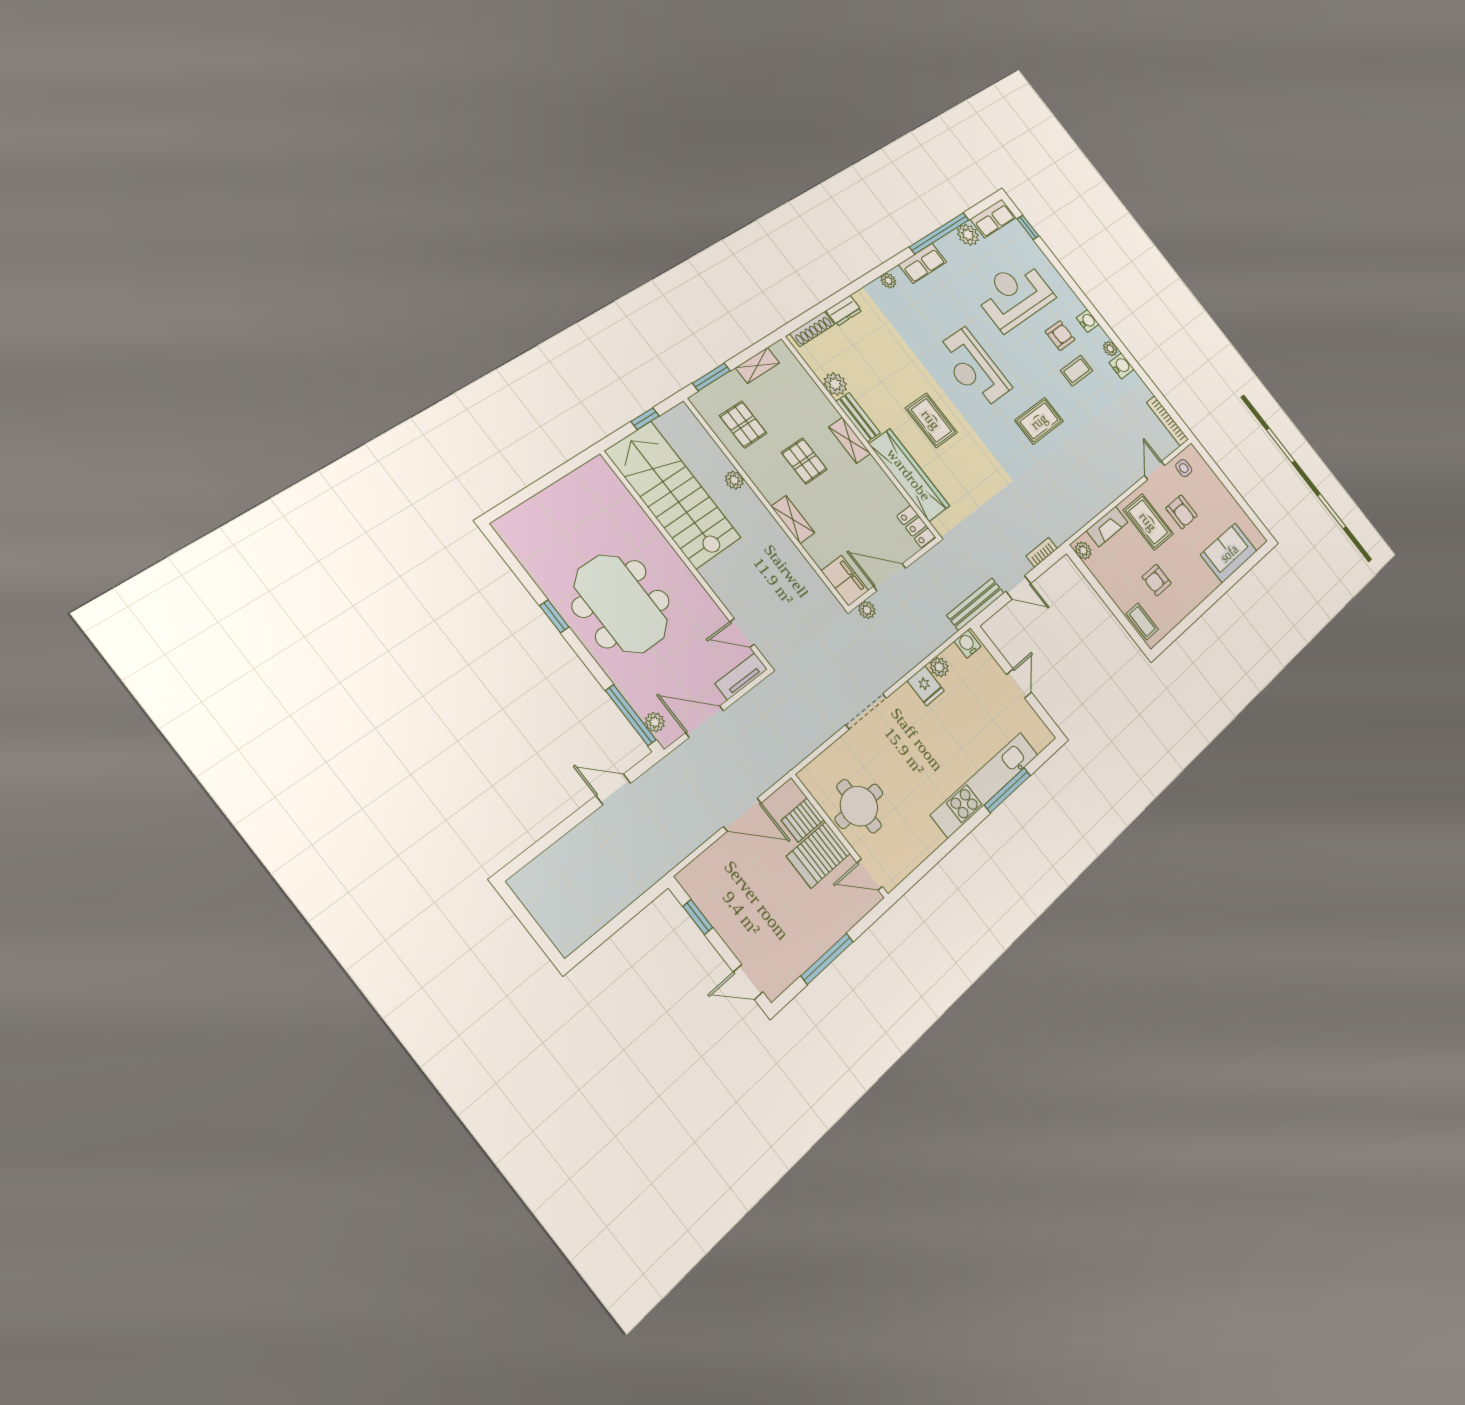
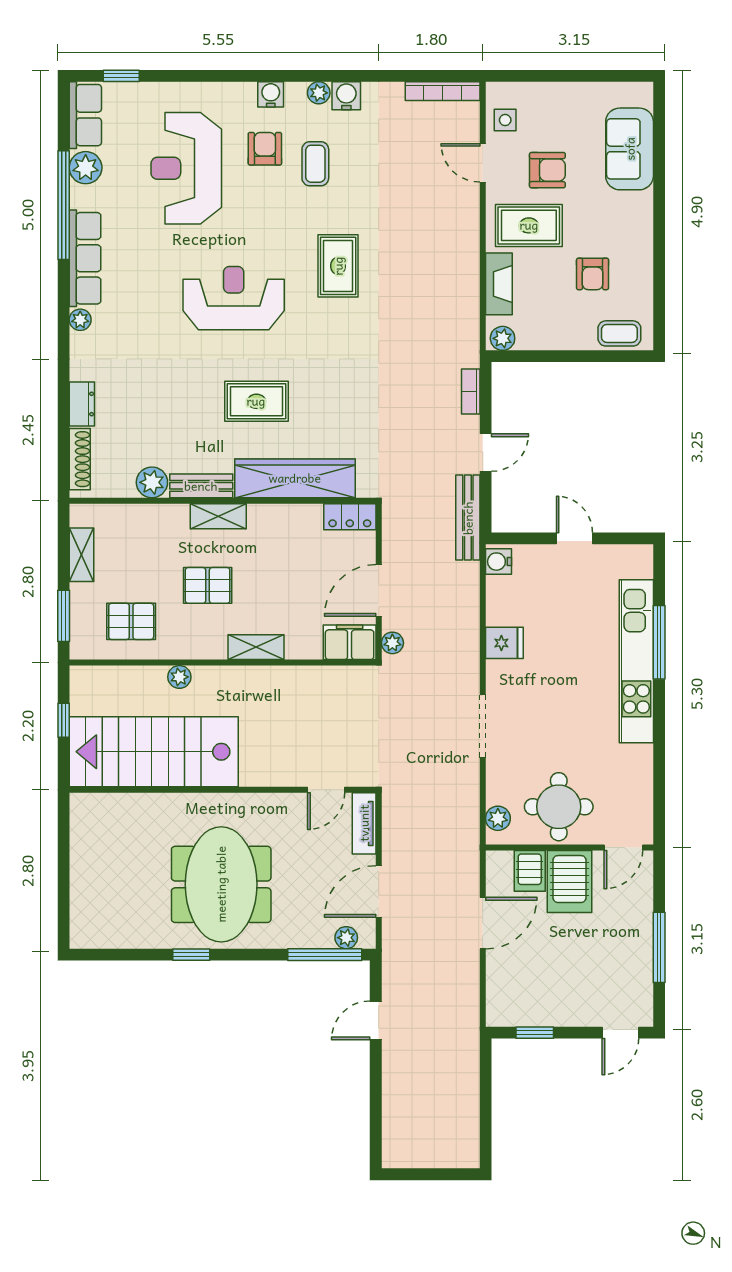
row of seats: (923, 263) -> (85, 258), width x1.48
reception desk: (973, 368) -> (234, 298), turned 180
meeting table: (621, 604) -> (221, 884), turned 90
plant: (939, 667) -> (498, 818), moved

